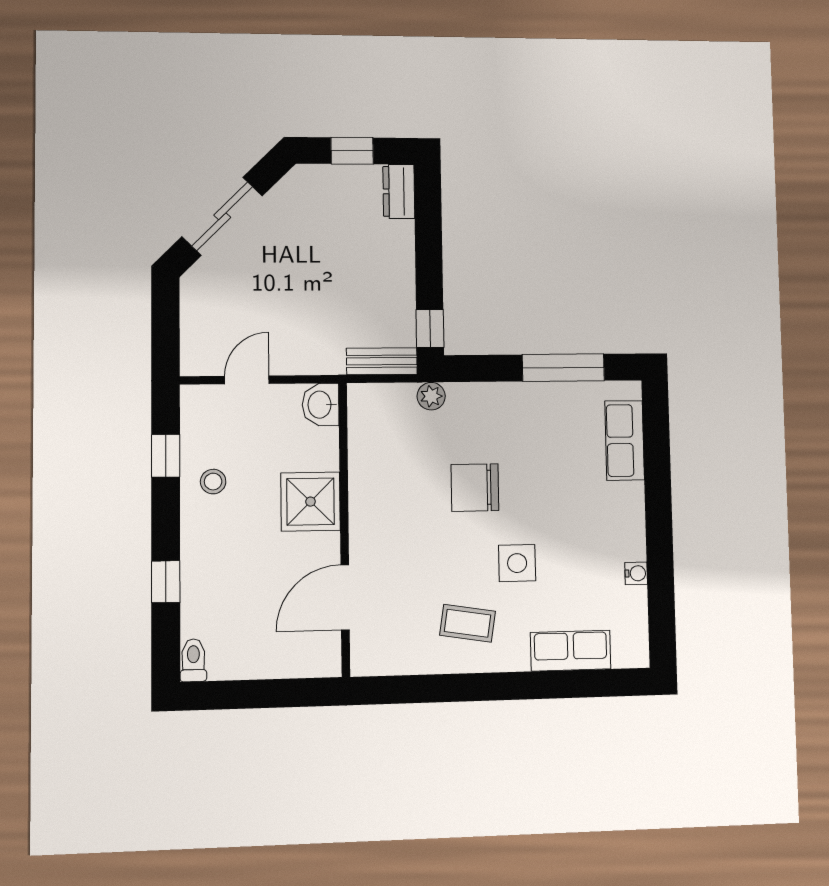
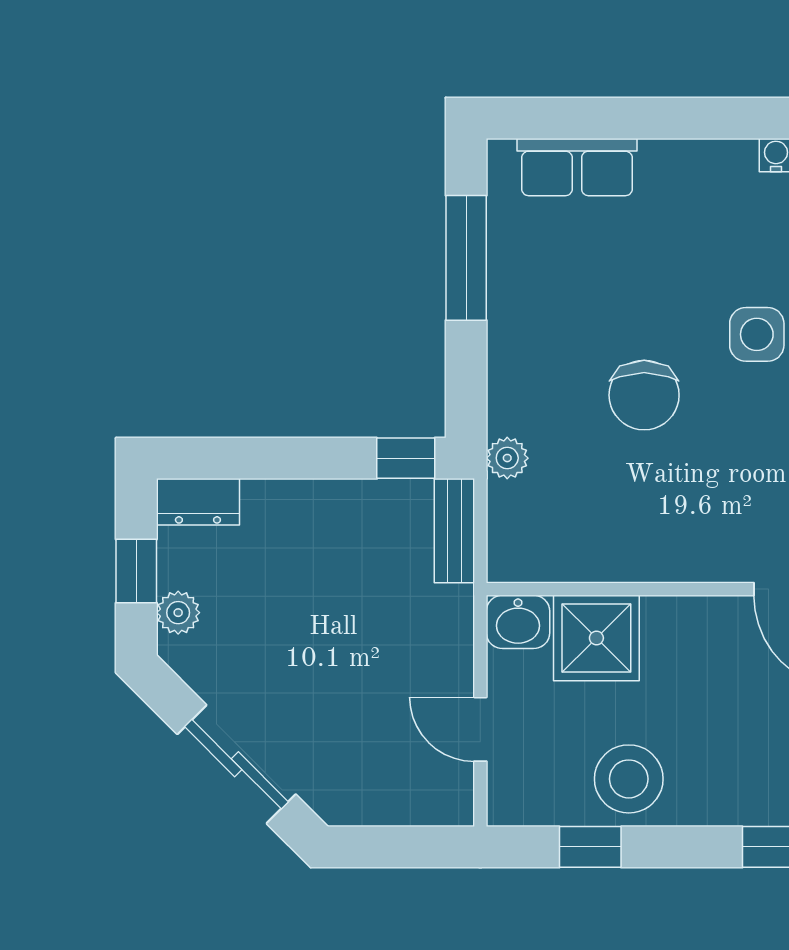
plant: (325, 178) -> (178, 613), added
stool: (213, 482) -> (629, 779), width x1.89, depth x1.89
shower: (311, 502) -> (596, 638), moved

